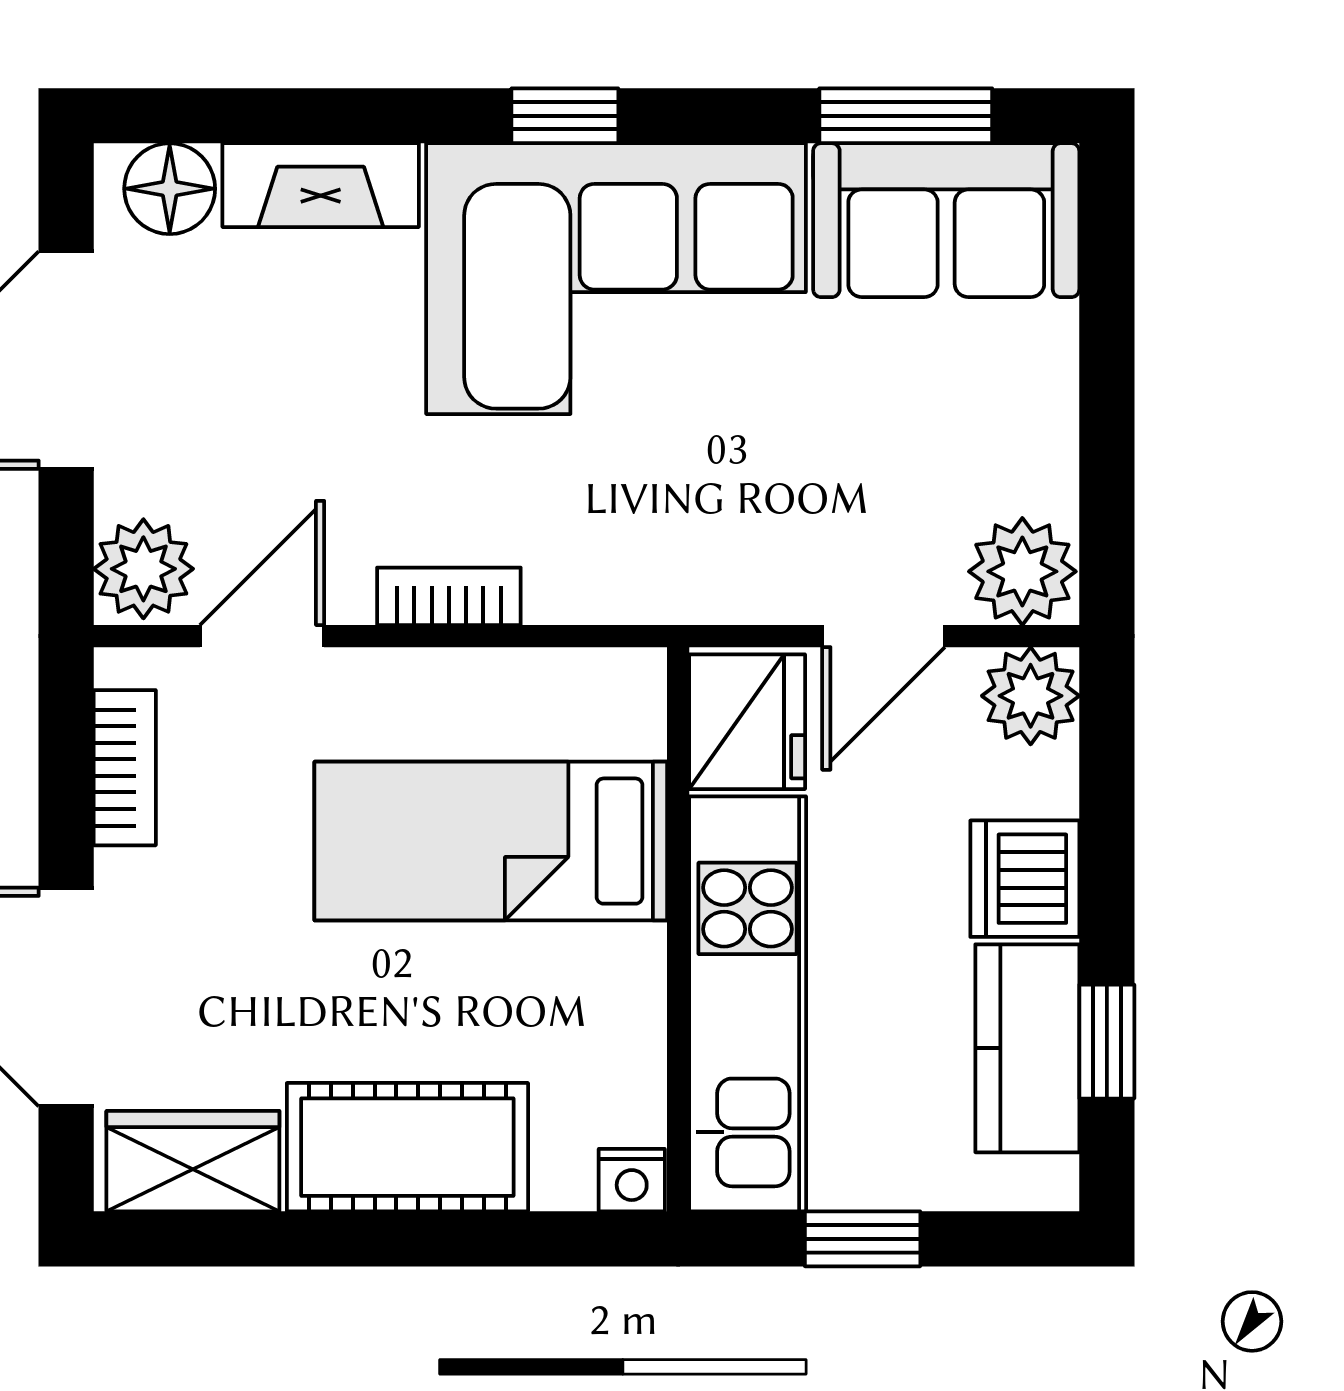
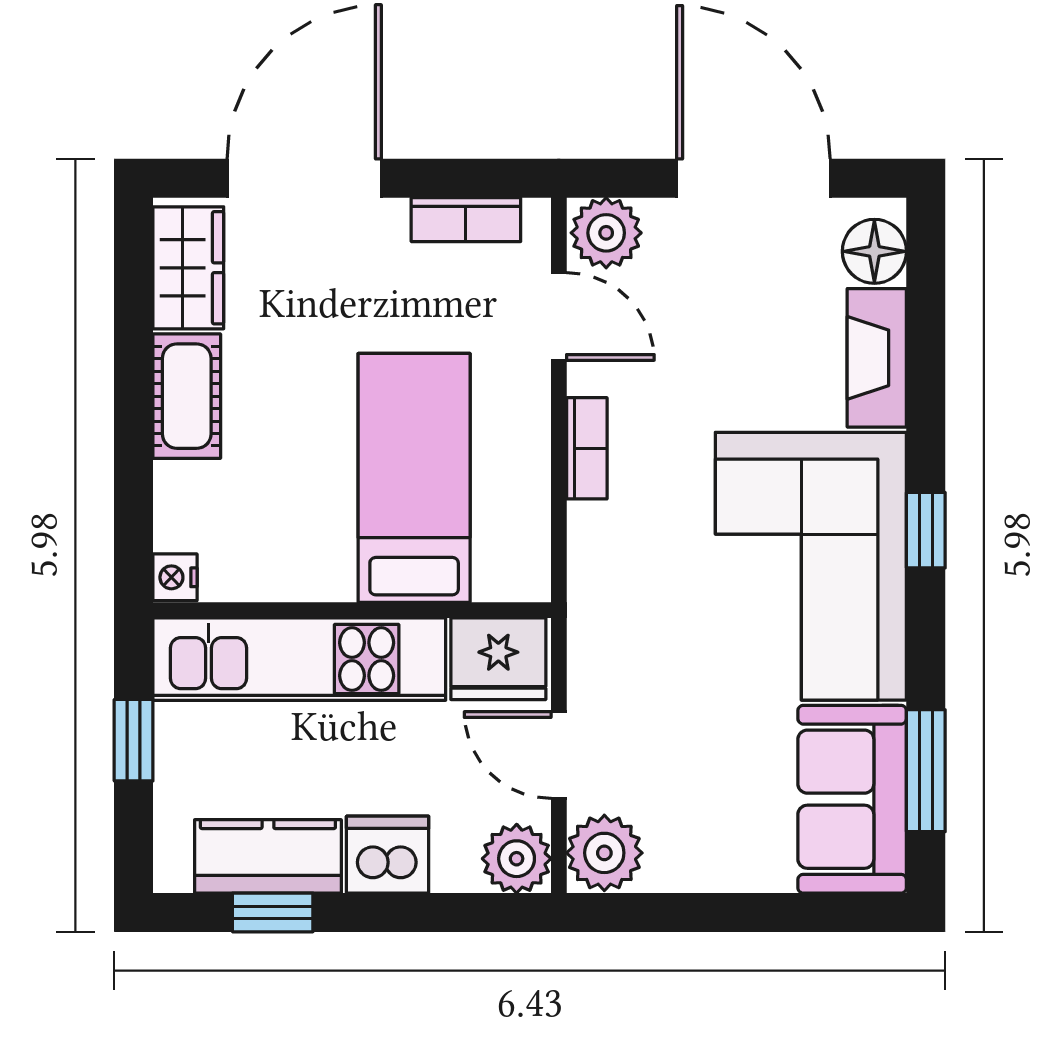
cot: (407, 1147) -> (187, 396), width x0.73, depth x0.75

